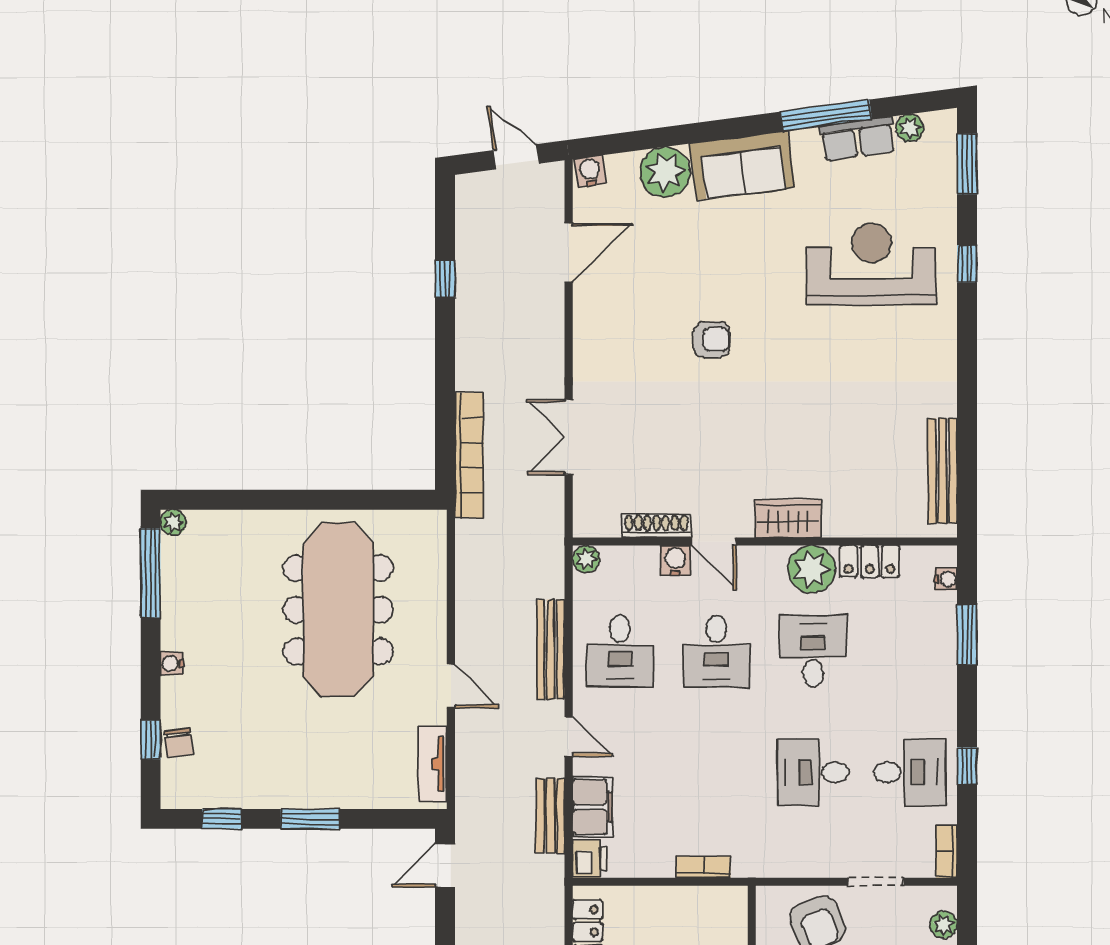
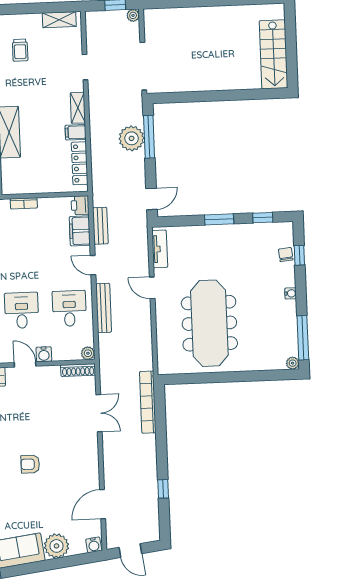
shoe rack: (656, 526) -> (78, 370), moved

